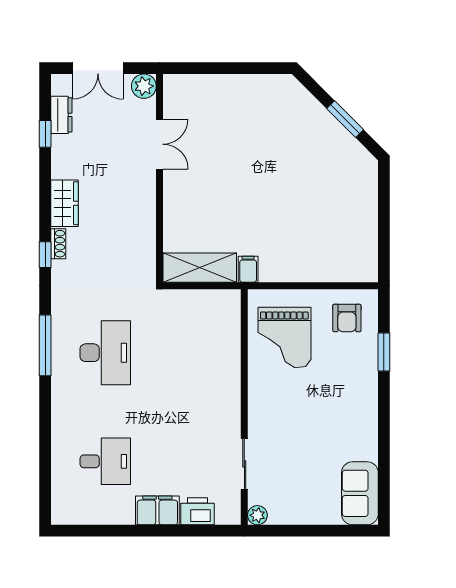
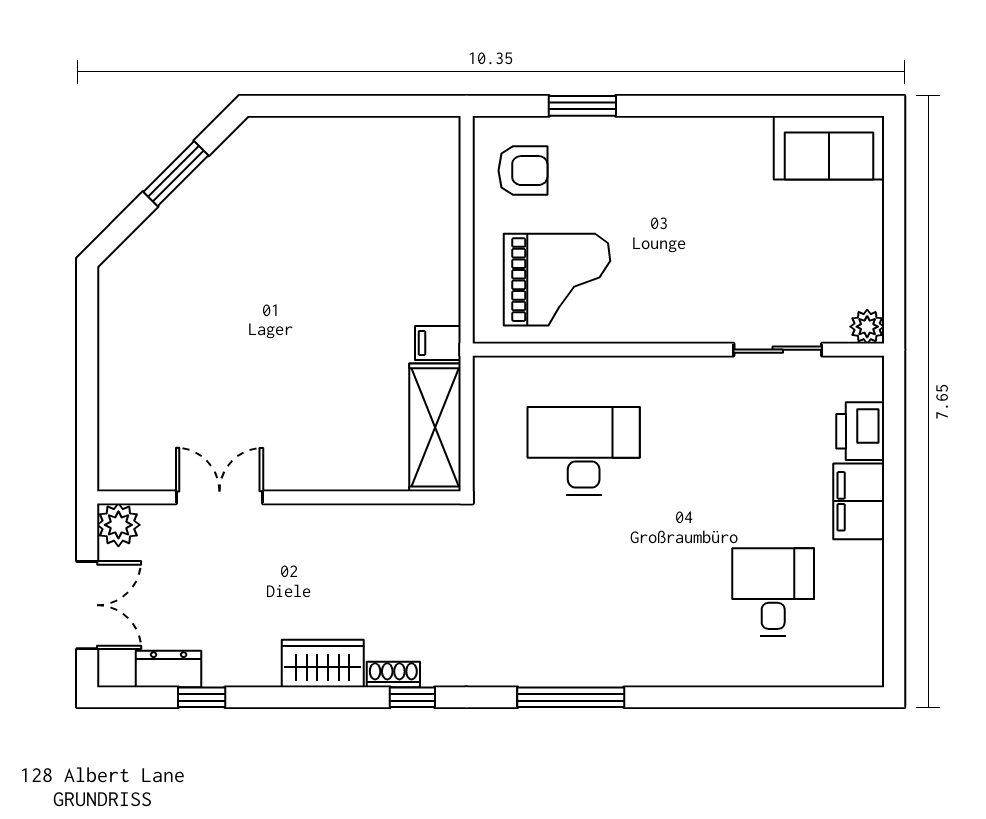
desk: (105, 353) -> (584, 451), moved

